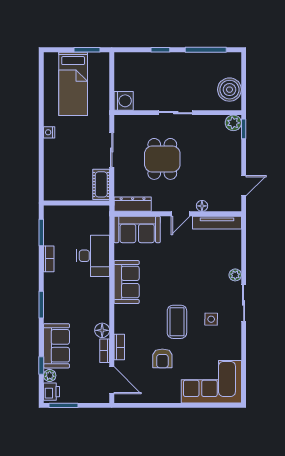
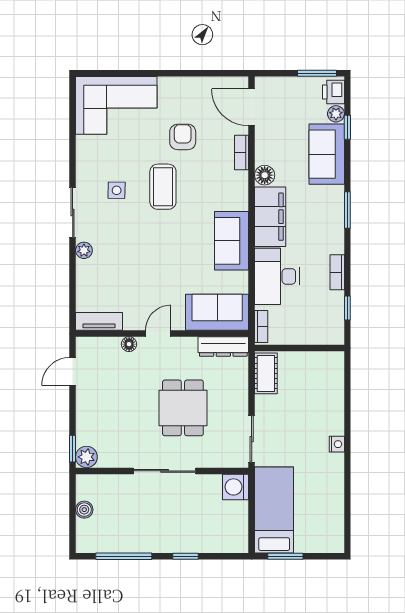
bed: (73, 84) -> (274, 510), moved
boiler: (229, 90) -> (84, 510), width x0.54, depth x0.54
sliding door: (176, 113) -> (165, 471), width x1.37
sliding door: (112, 150) -> (252, 439), moved
tv unit: (217, 223) -> (99, 321), width x0.71
window: (41, 233) -> (347, 308), width x0.67
filing cabinet: (98, 300) -> (270, 217), added
bookcase: (105, 351) -> (261, 326), moved

